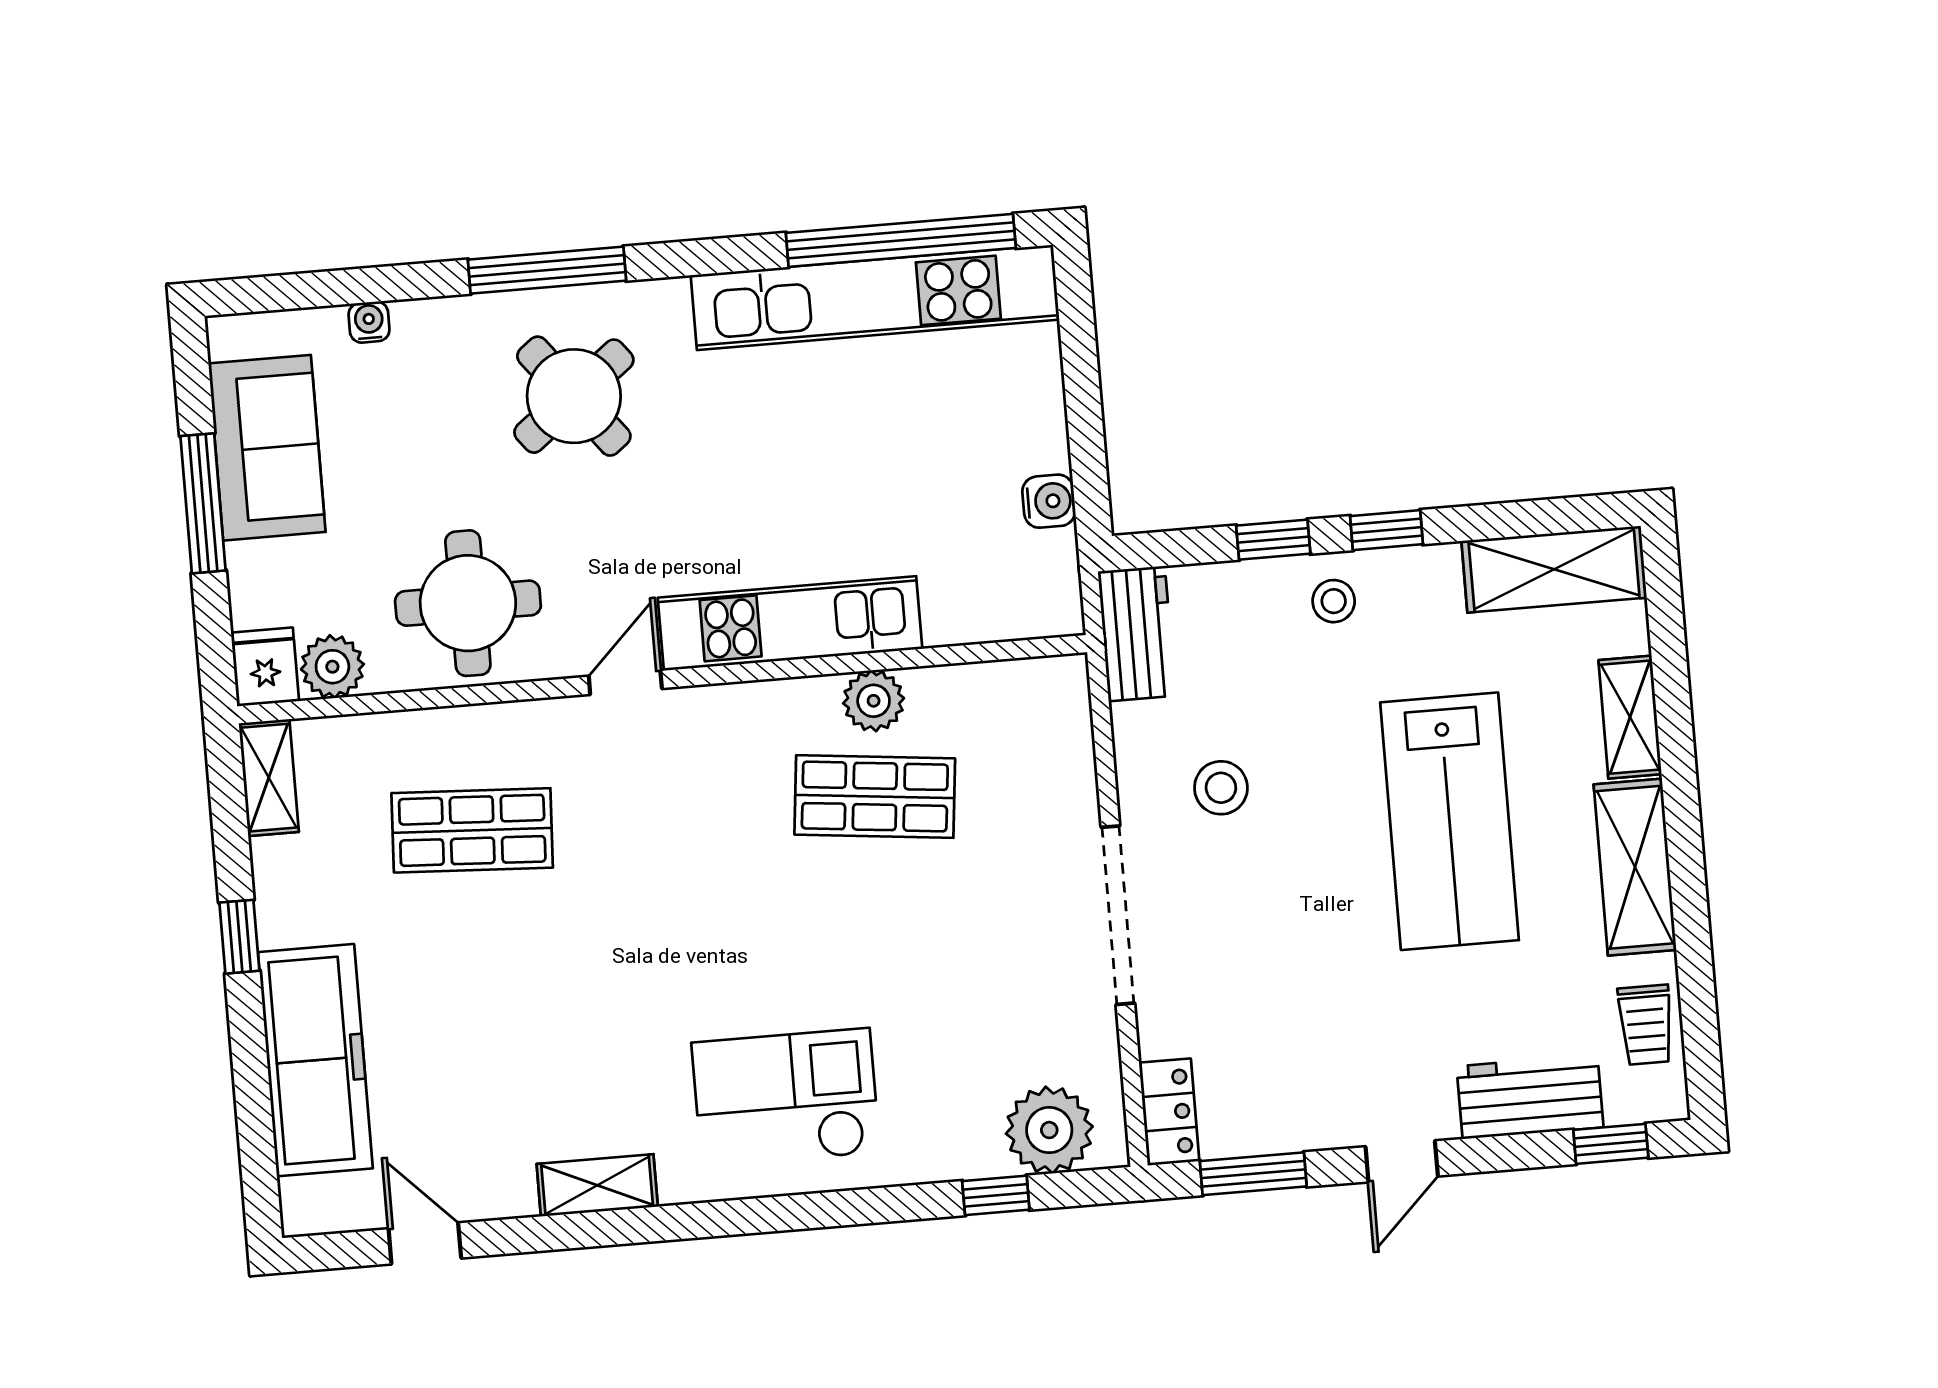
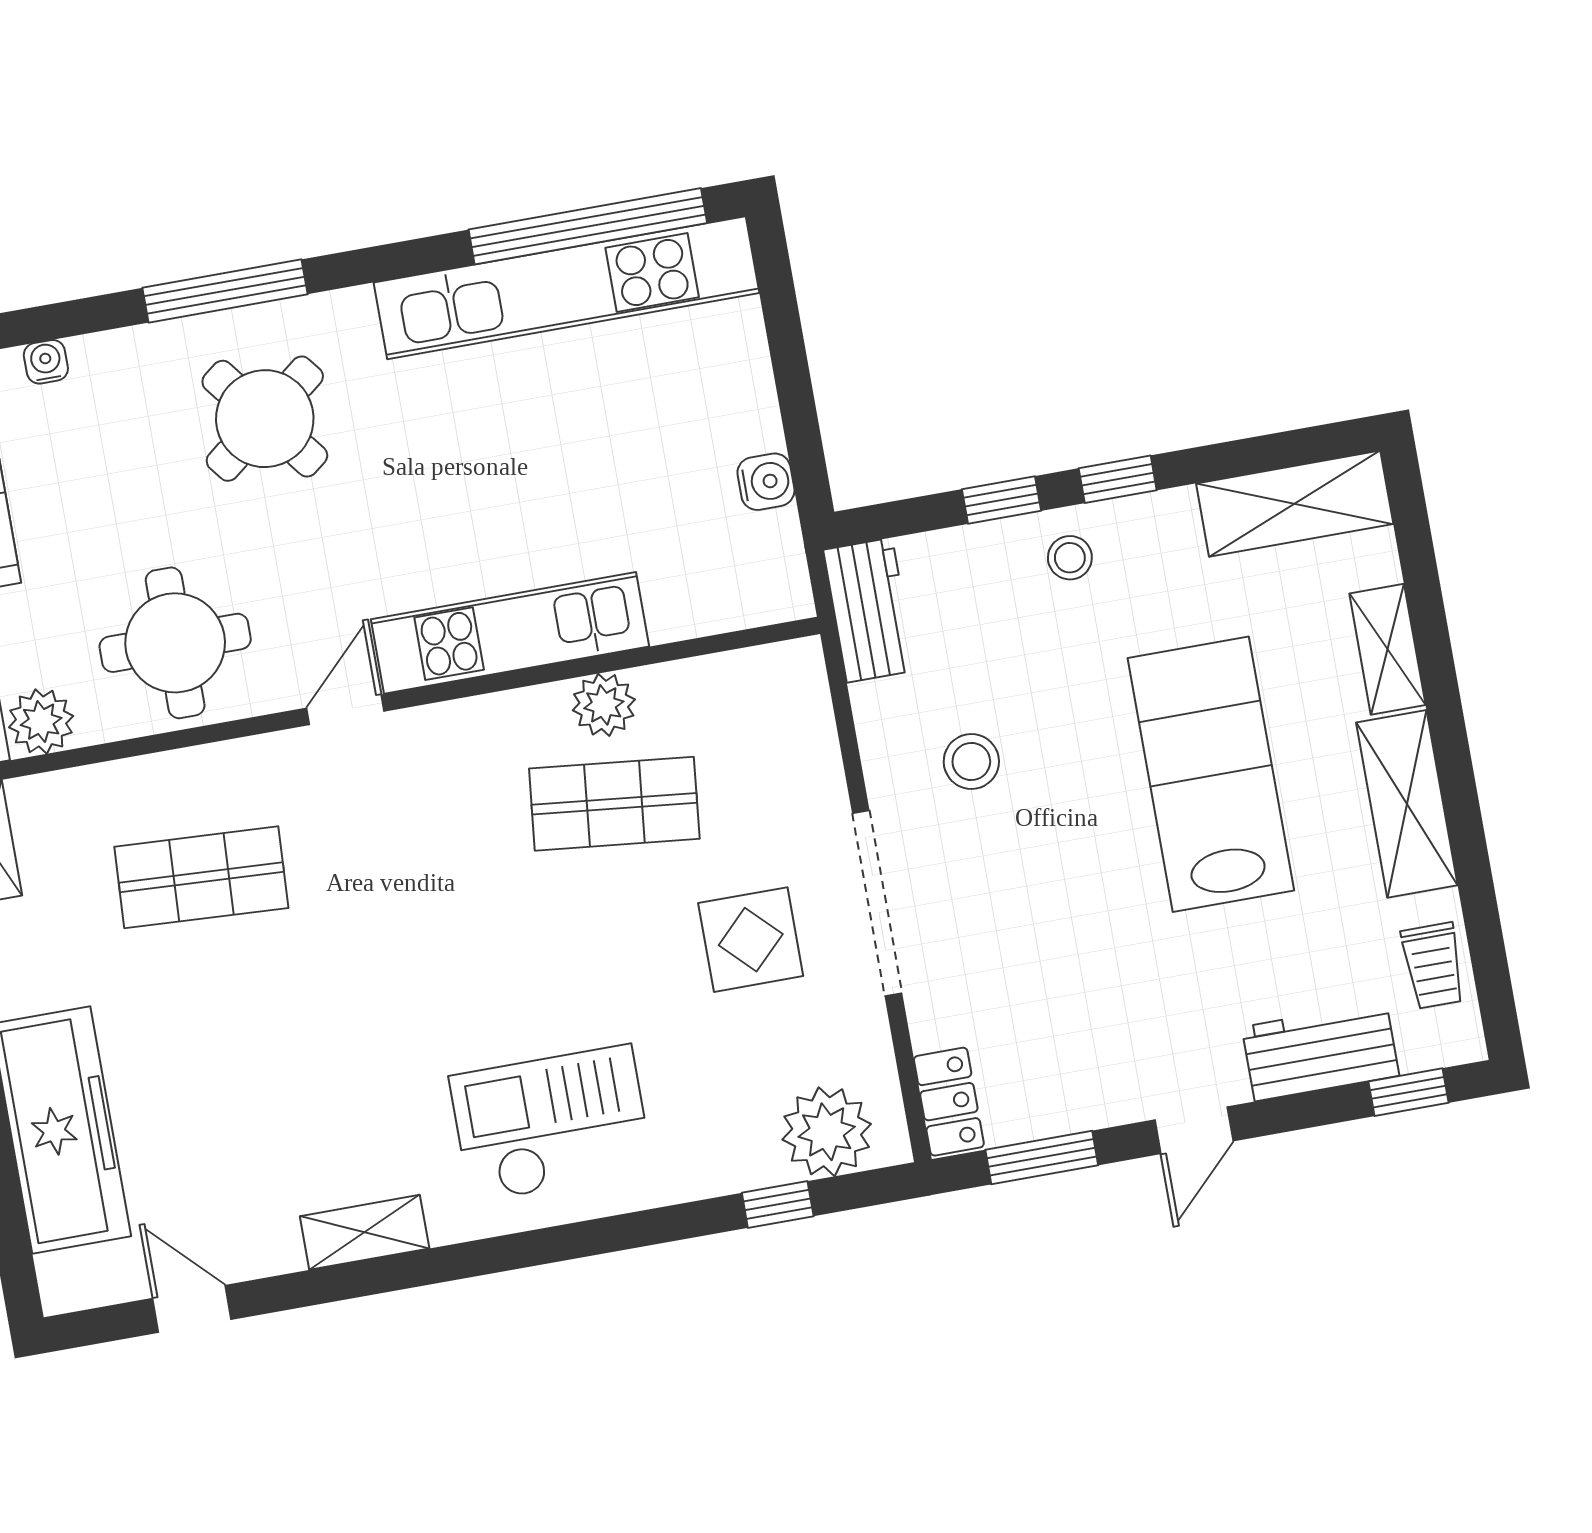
lab bench: (1450, 821) -> (1211, 774), turned 180
display table: (994, 939) -> (751, 940), added

